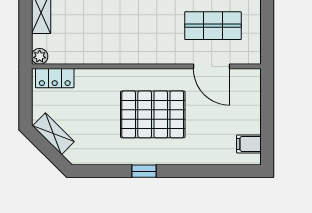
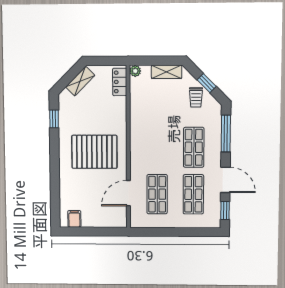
pallet: (153, 114) -> (94, 152), turned 90
window: (144, 171) -> (54, 119), moved

